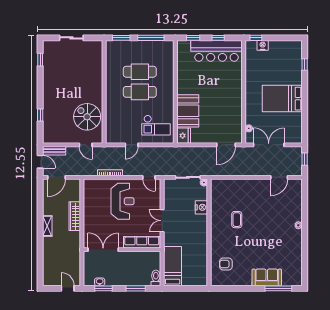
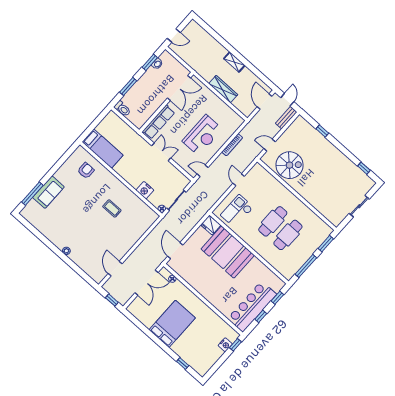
booth: (188, 111) -> (228, 252), width x1.36, depth x1.42
door: (40, 162) -> (287, 100), swing flipped
reception desk: (123, 201) -> (202, 135), turned -90
bed: (173, 266) -> (103, 149), moved

